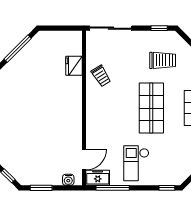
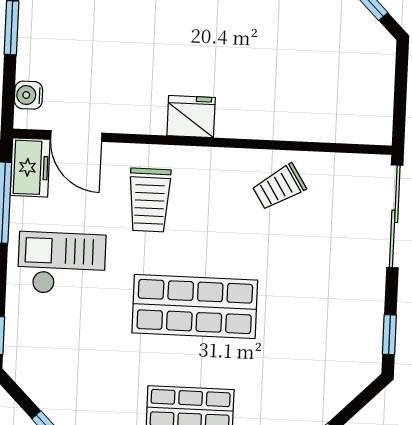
trolley: (163, 60) -> (150, 200), moved
fridge: (74, 66) -> (191, 117), moved

